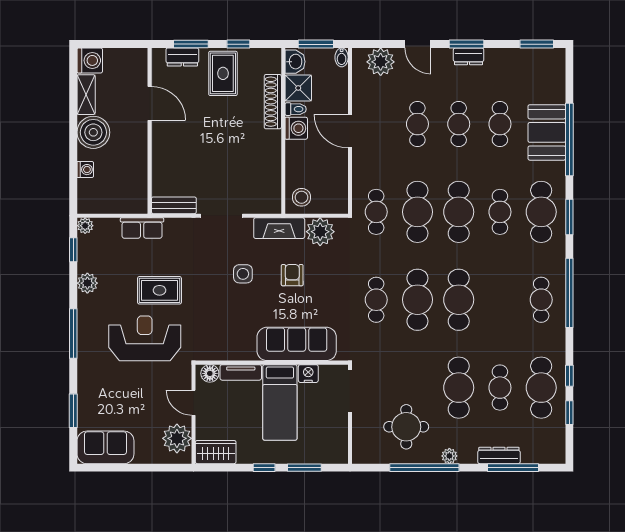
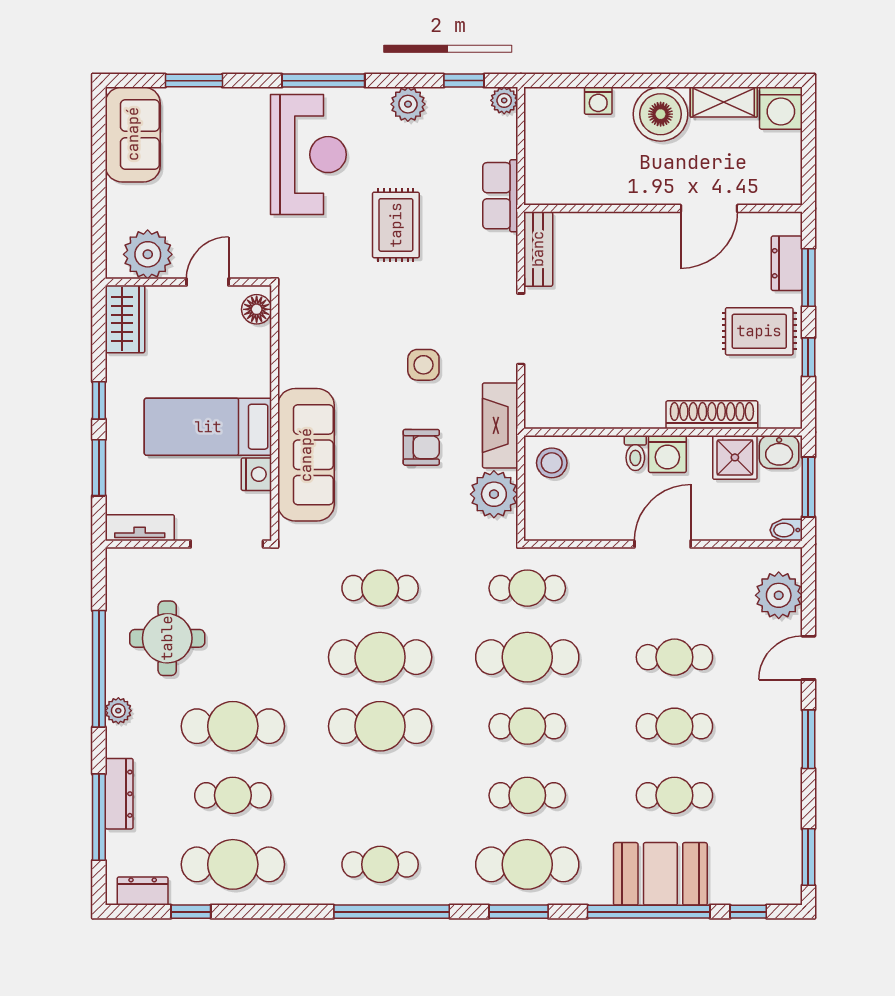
dresser: (469, 56) -> (143, 891), moved, turned 90
toilet: (296, 109) -> (635, 453), moved
cafe table: (459, 212) -> (527, 726), width x0.73, depth x0.74
reception desk: (145, 338) -> (308, 155), moved
tv unit: (241, 372) -> (140, 528), moved, turned 90
window: (569, 376) -> (748, 912), moved

